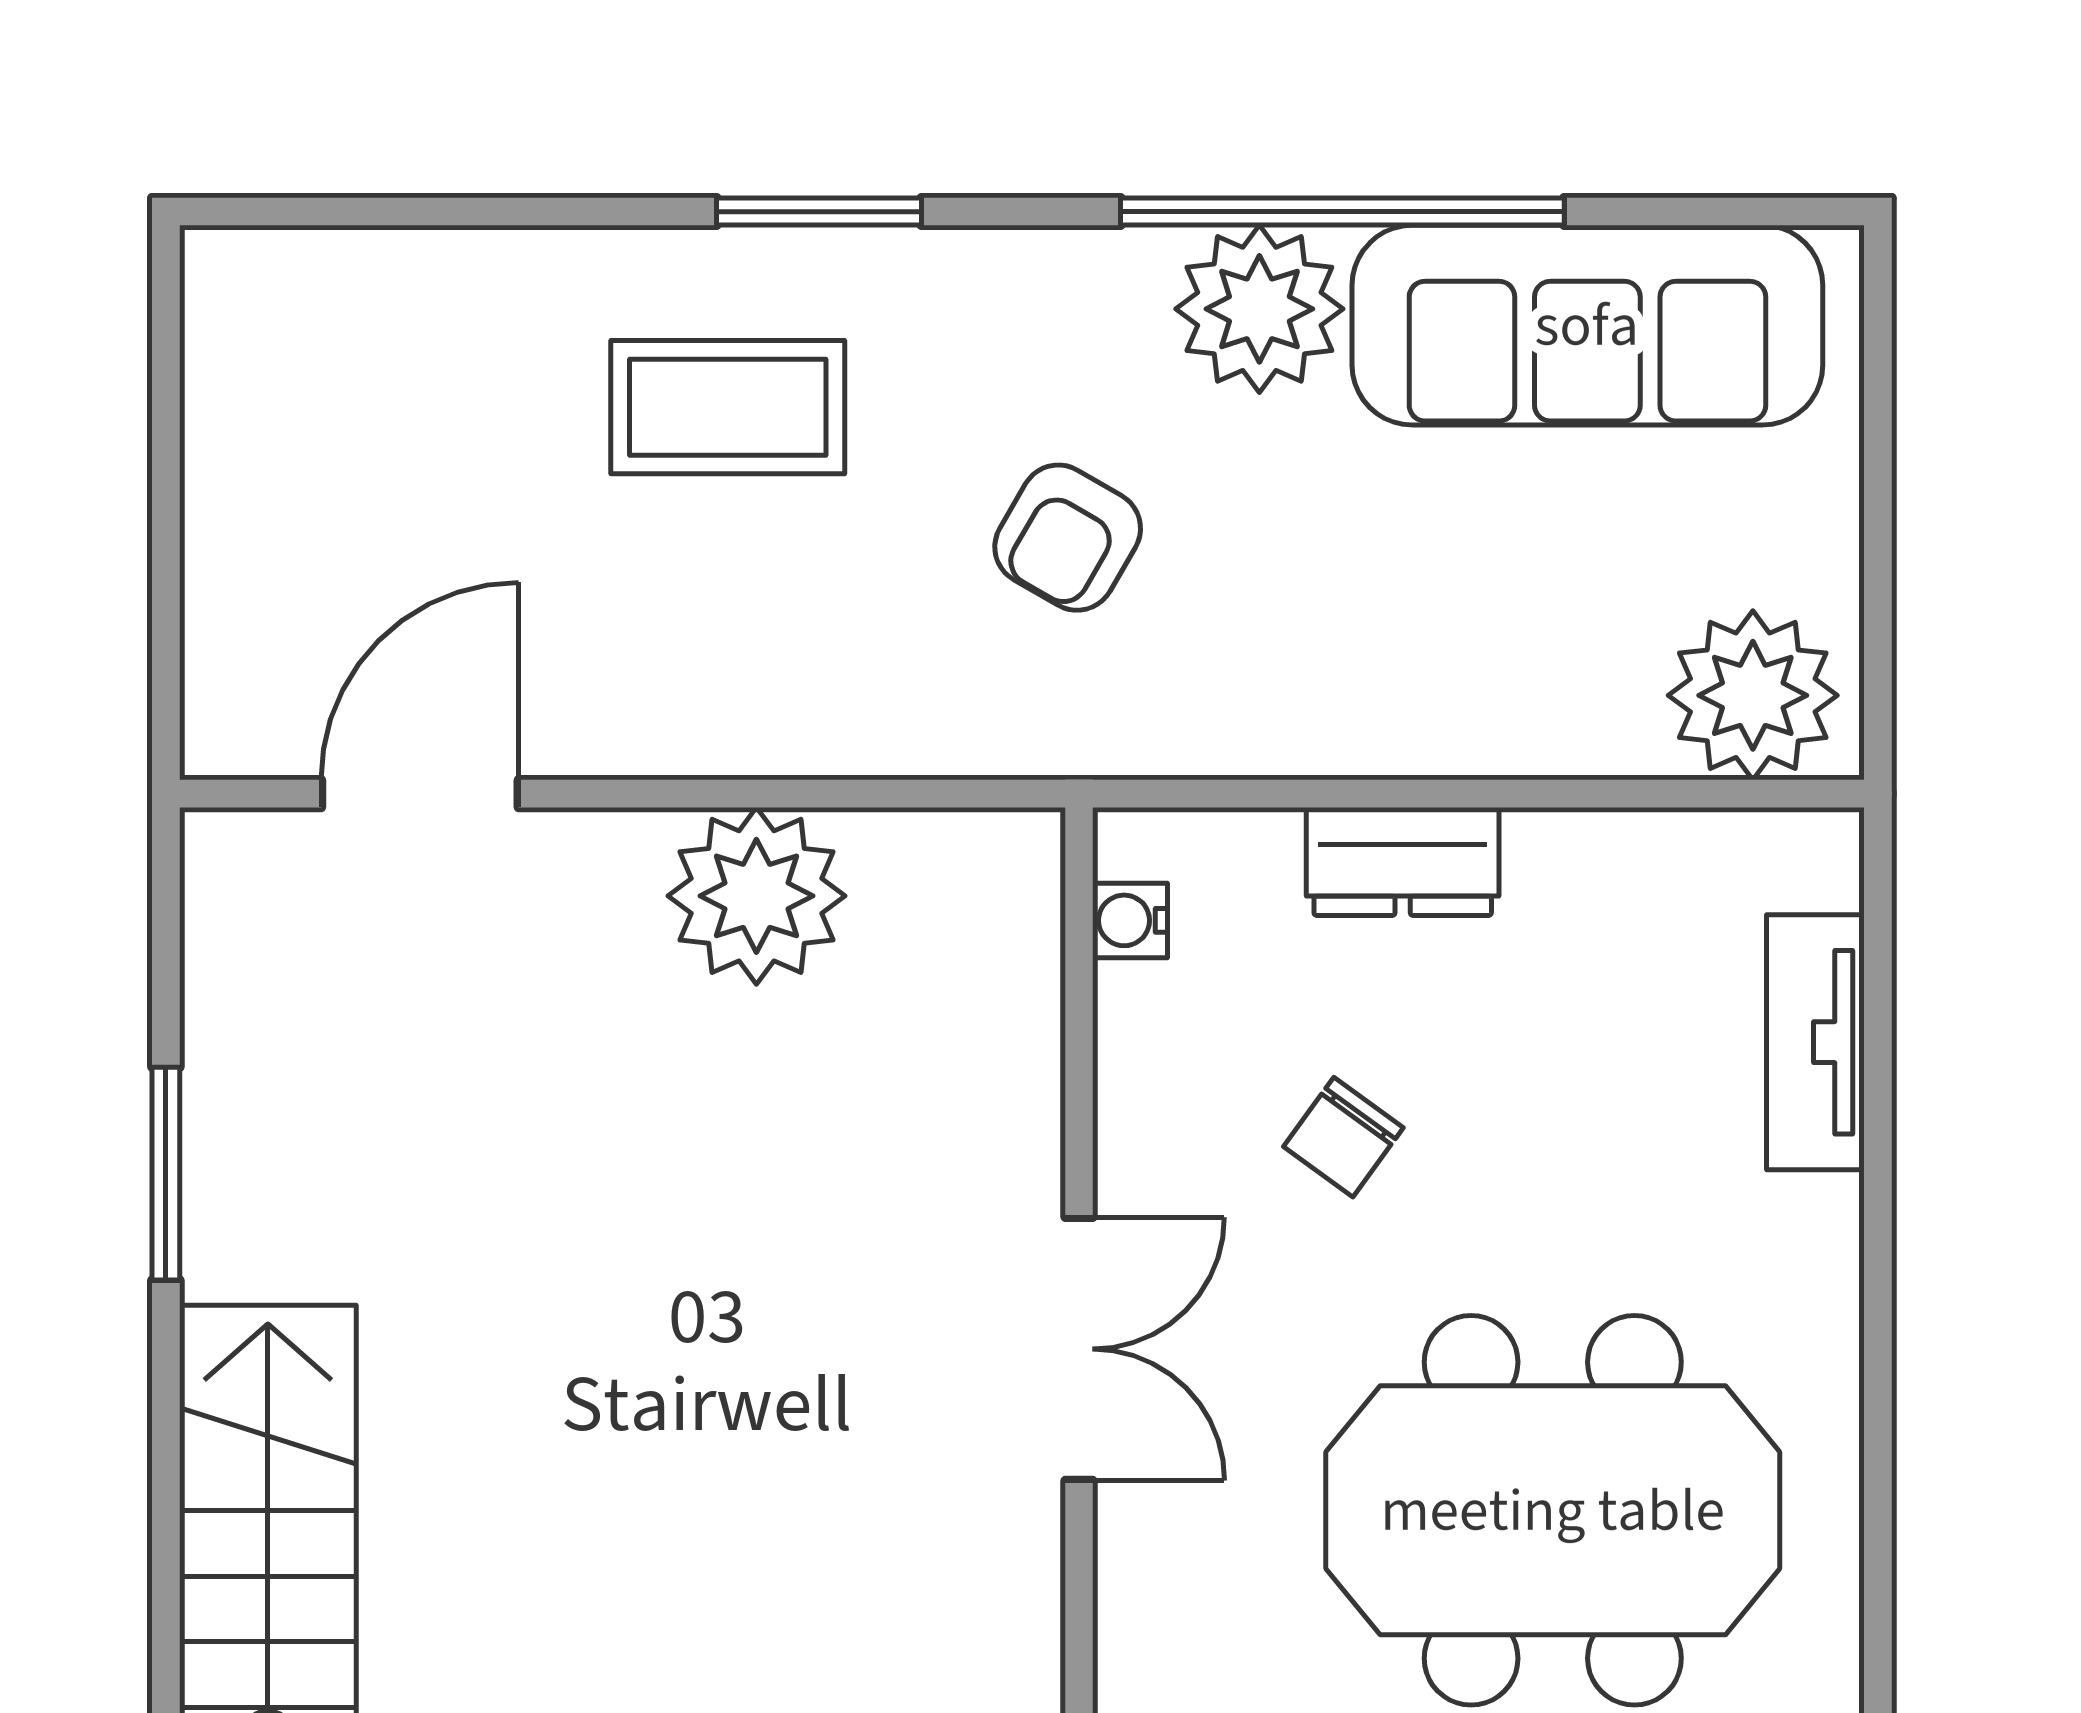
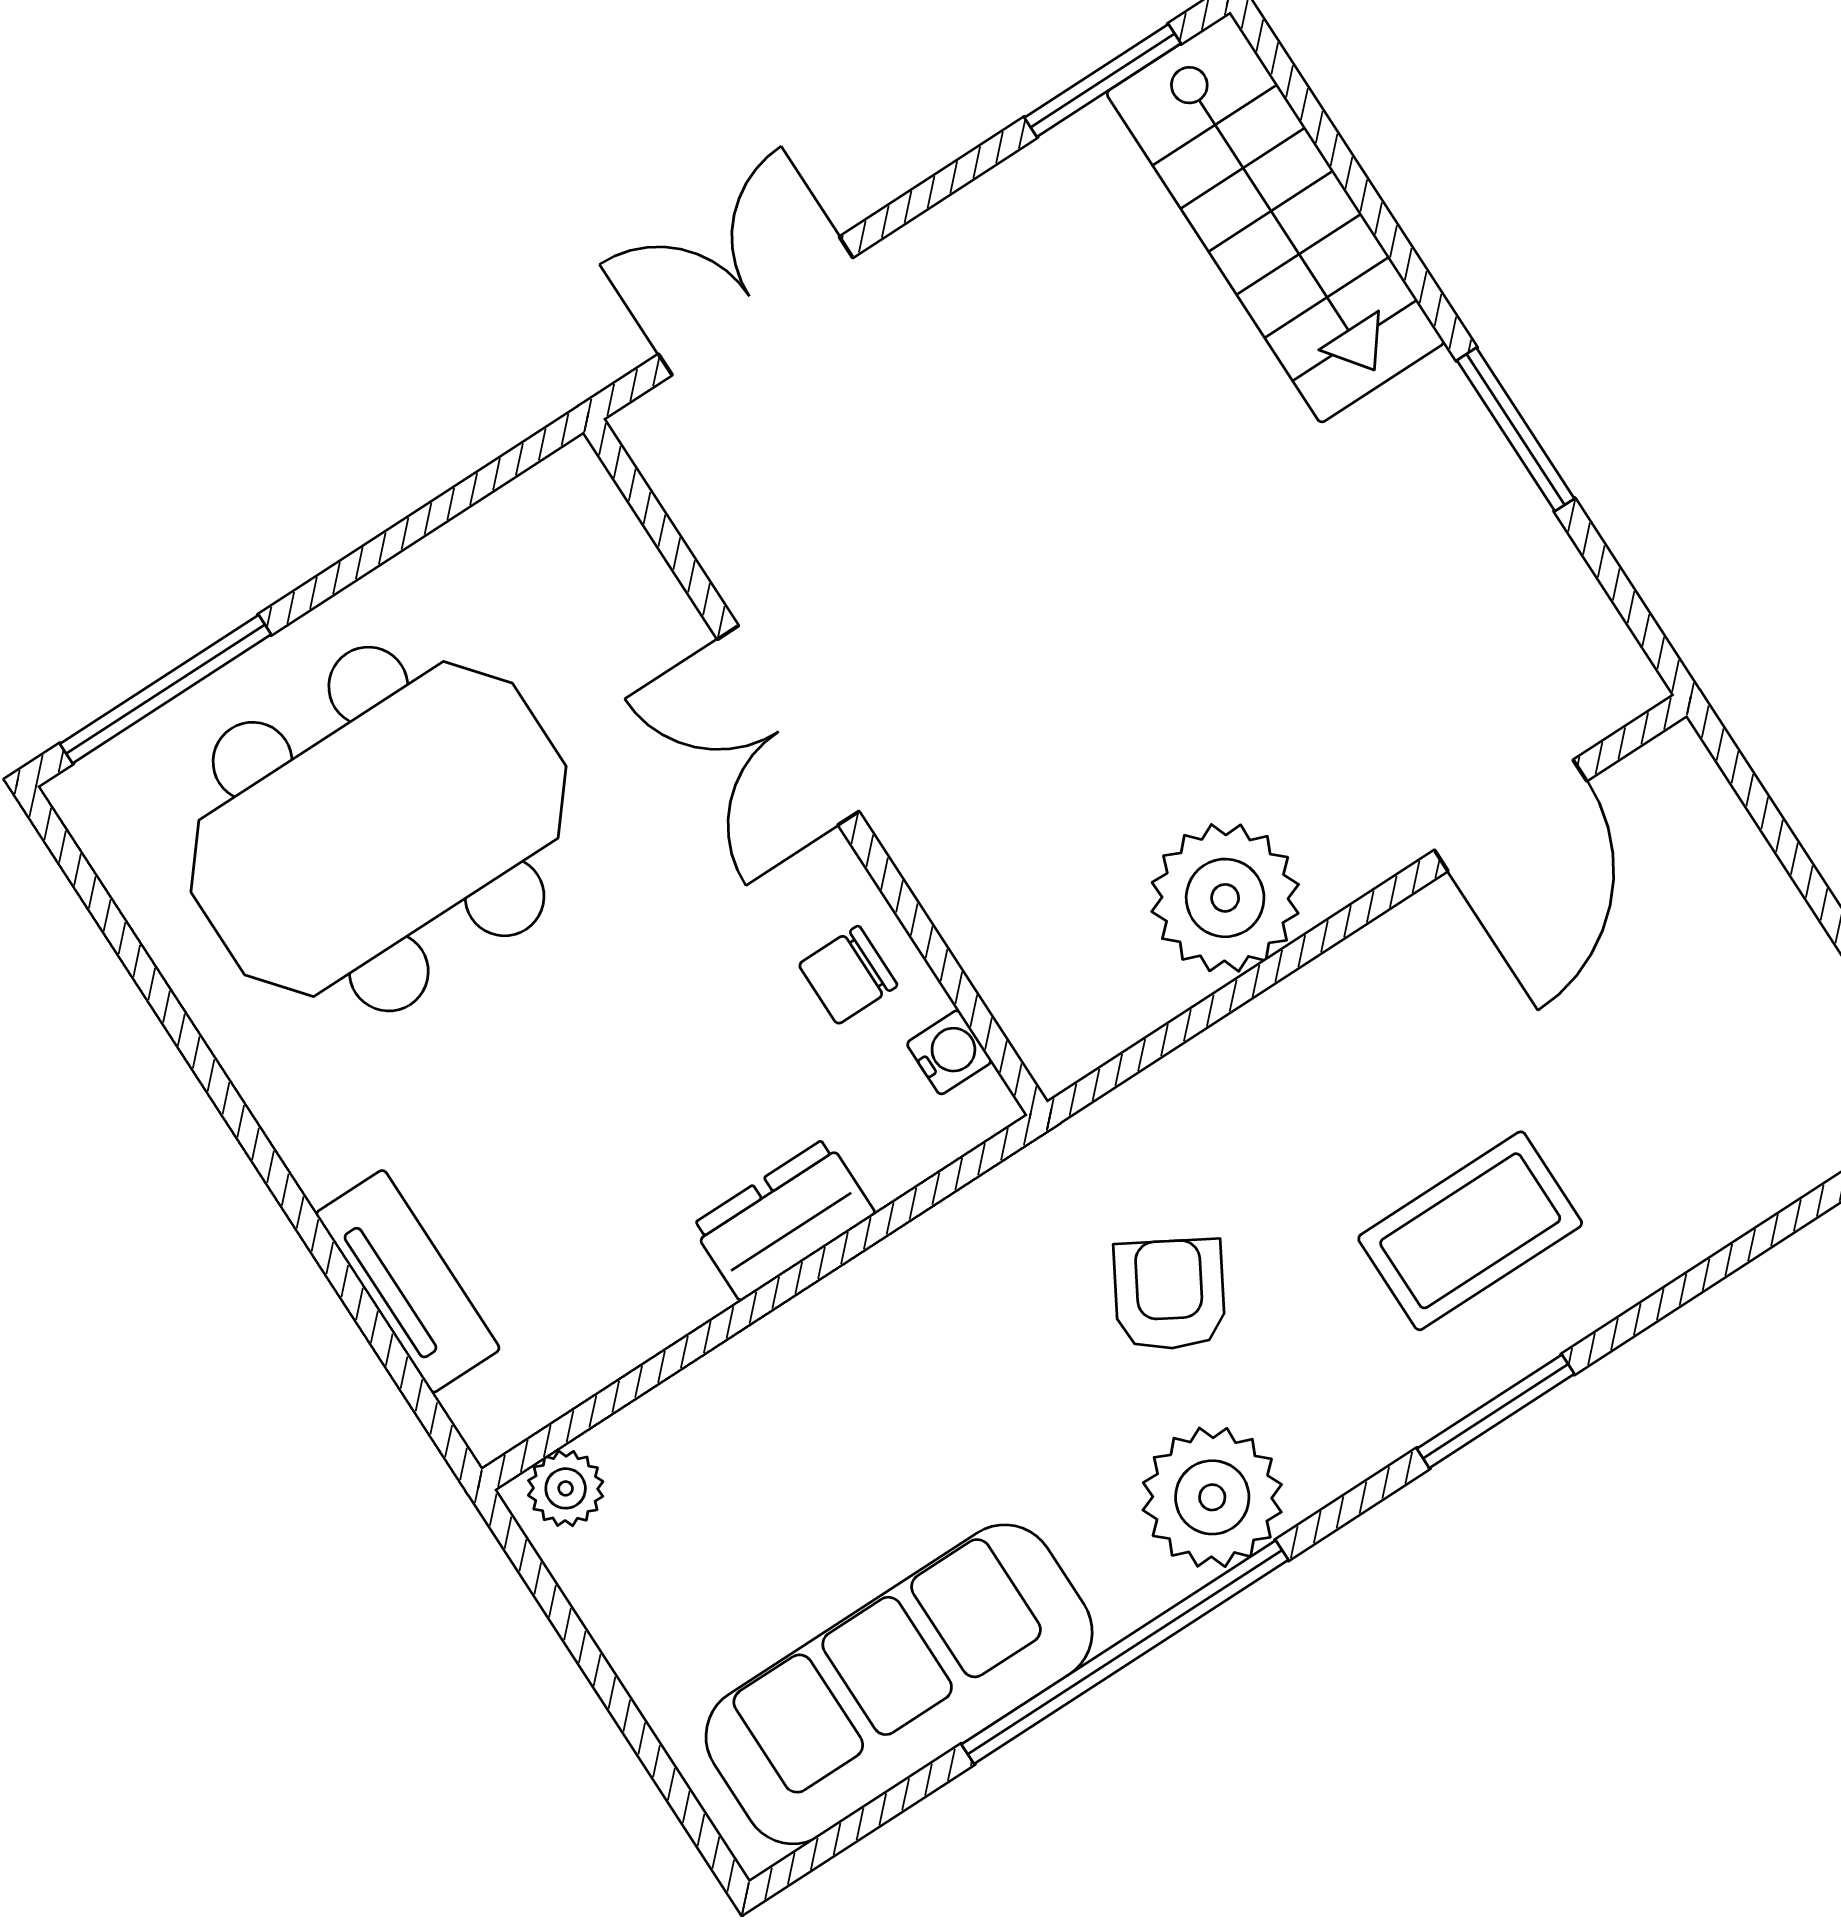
plant: (1259, 309) -> (1212, 1497), moved
plant: (1753, 695) -> (566, 1488), width x0.53, depth x0.53
chair: (1343, 1137) -> (848, 975), moved, turned -126

